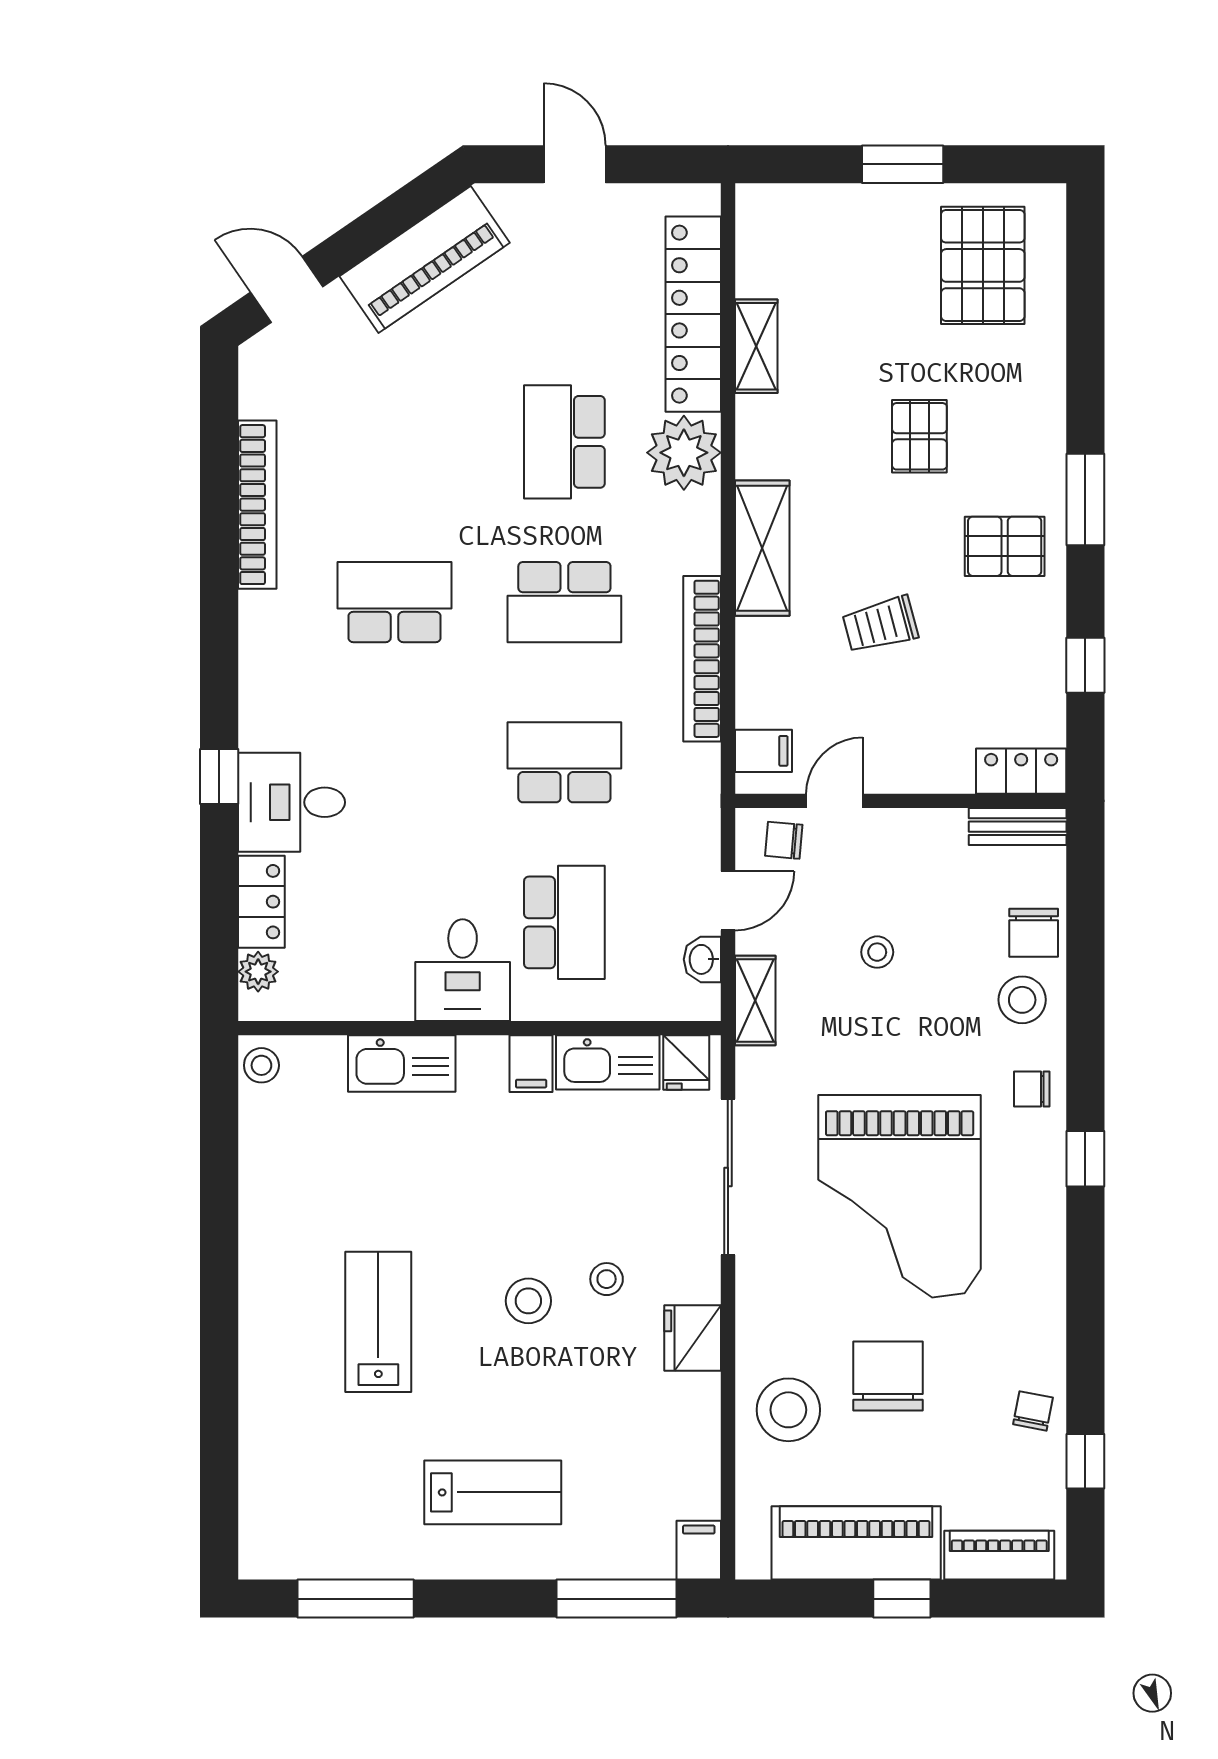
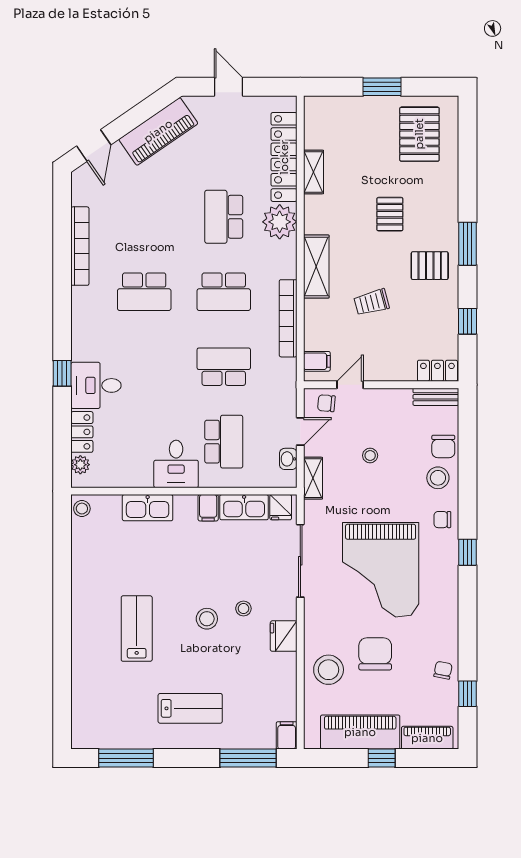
door: (287, 289) -> (94, 145), swing flipped
school desk: (394, 602) -> (144, 292), turned 180

